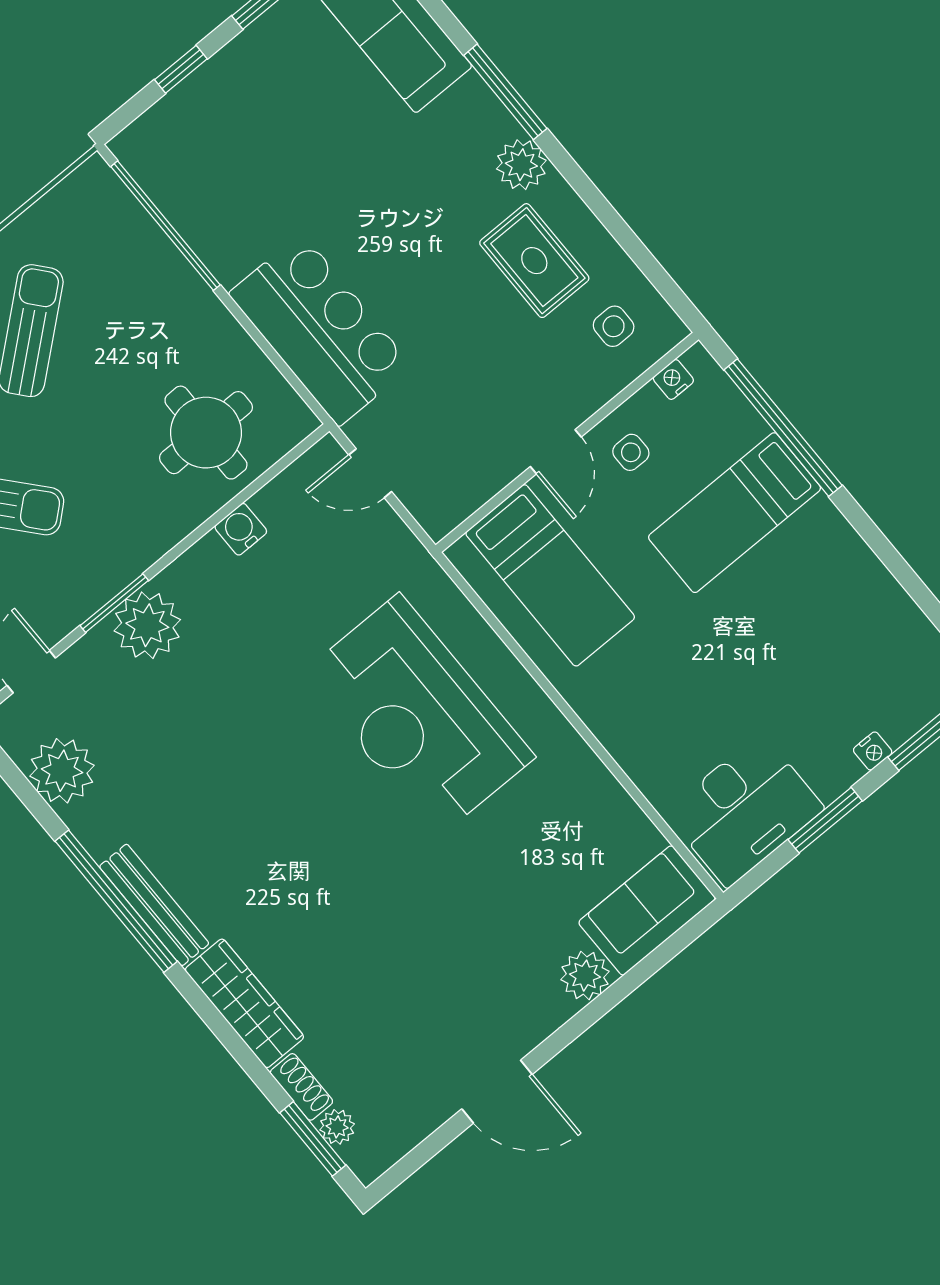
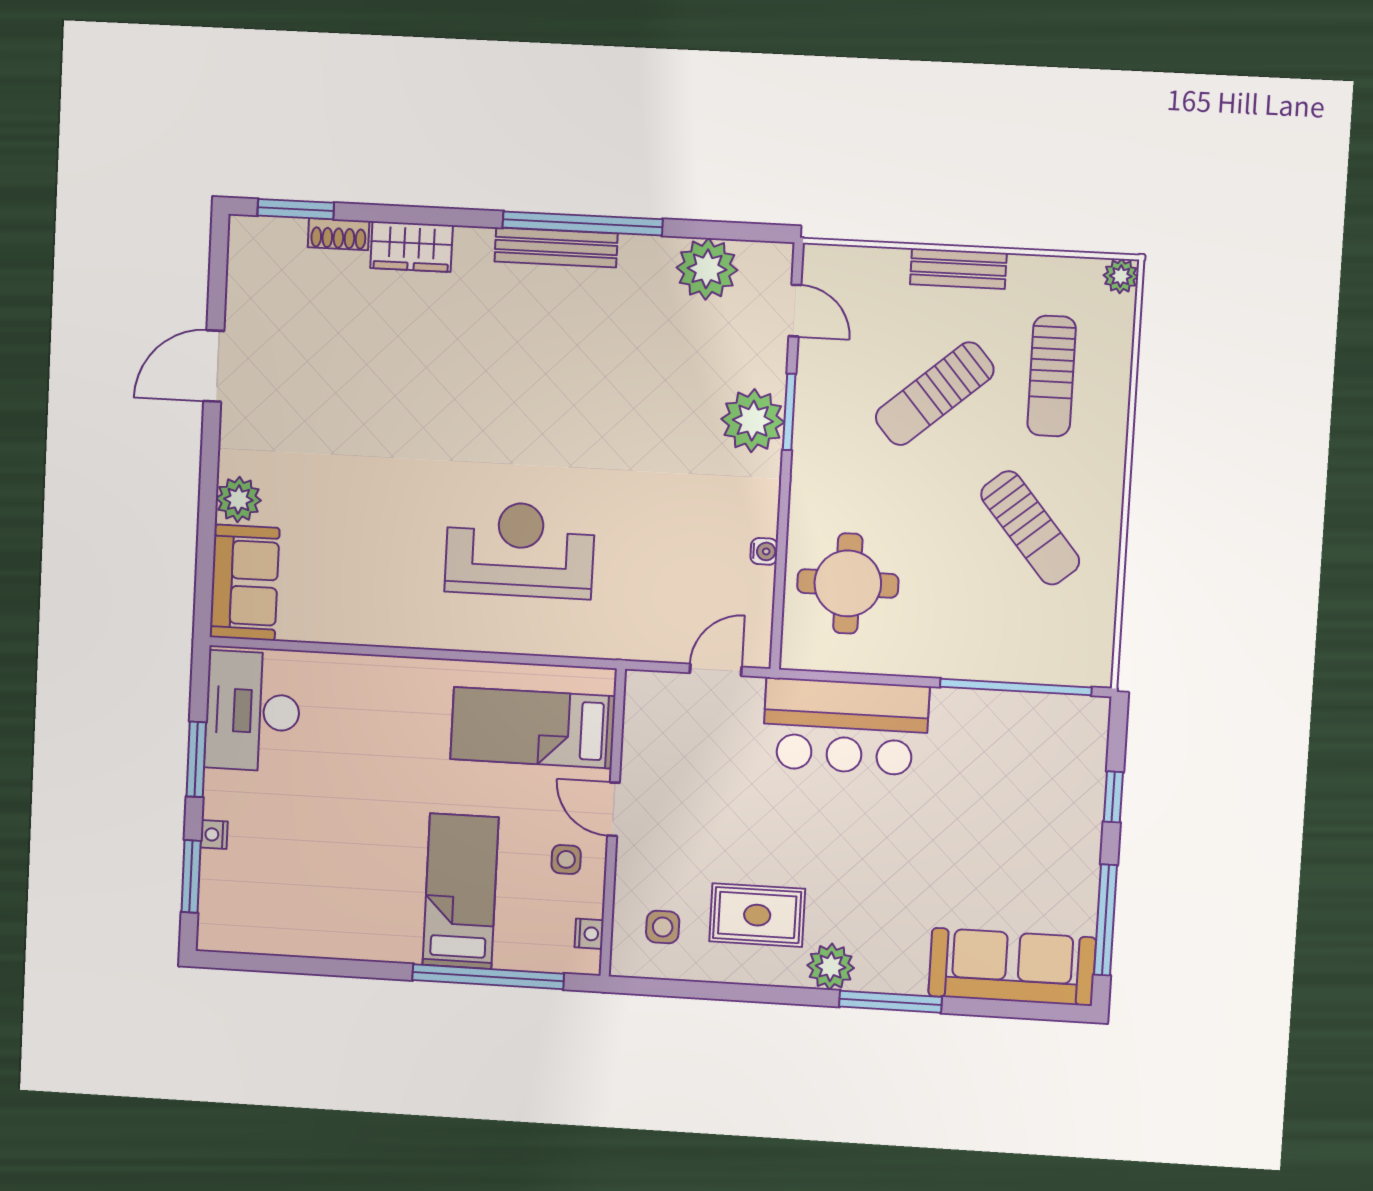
water cooler: (241, 529) -> (764, 551), width x0.72, depth x0.72
reception desk: (418, 715) -> (520, 550), width x0.74, depth x0.77
wardrobe: (244, 1003) -> (412, 247), width x0.67
plant: (337, 1127) -> (289, 234), removed

